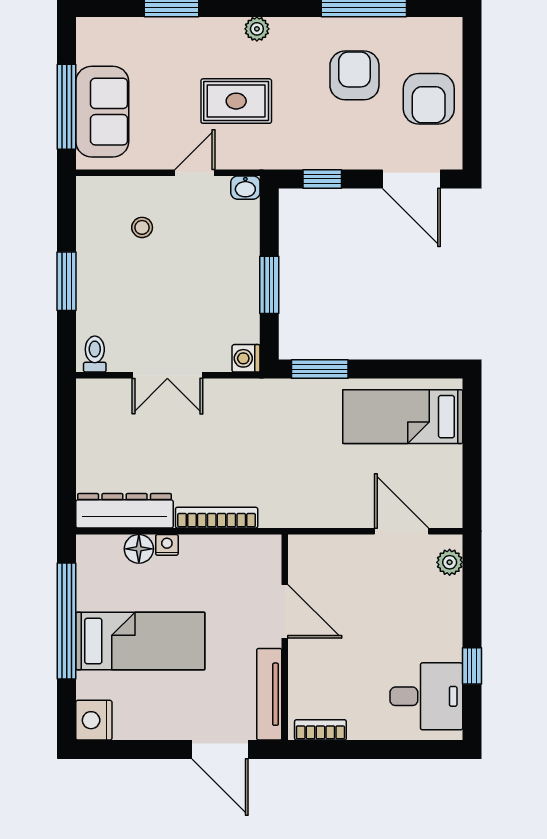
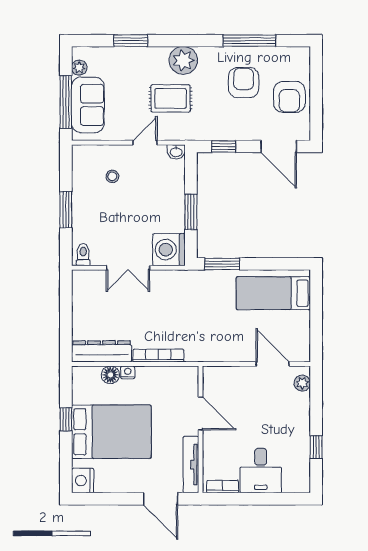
plant: (257, 29) -> (183, 60), width x1.87, depth x1.87
plant: (88, 51) -> (79, 68), added
washing machine: (246, 358) -> (169, 250), width x1.89, depth x1.89
window: (67, 621) -> (66, 419), width x0.32
bed: (140, 641) -> (111, 432), width x1.50
desk: (426, 696) -> (261, 471), moved, turned 90

